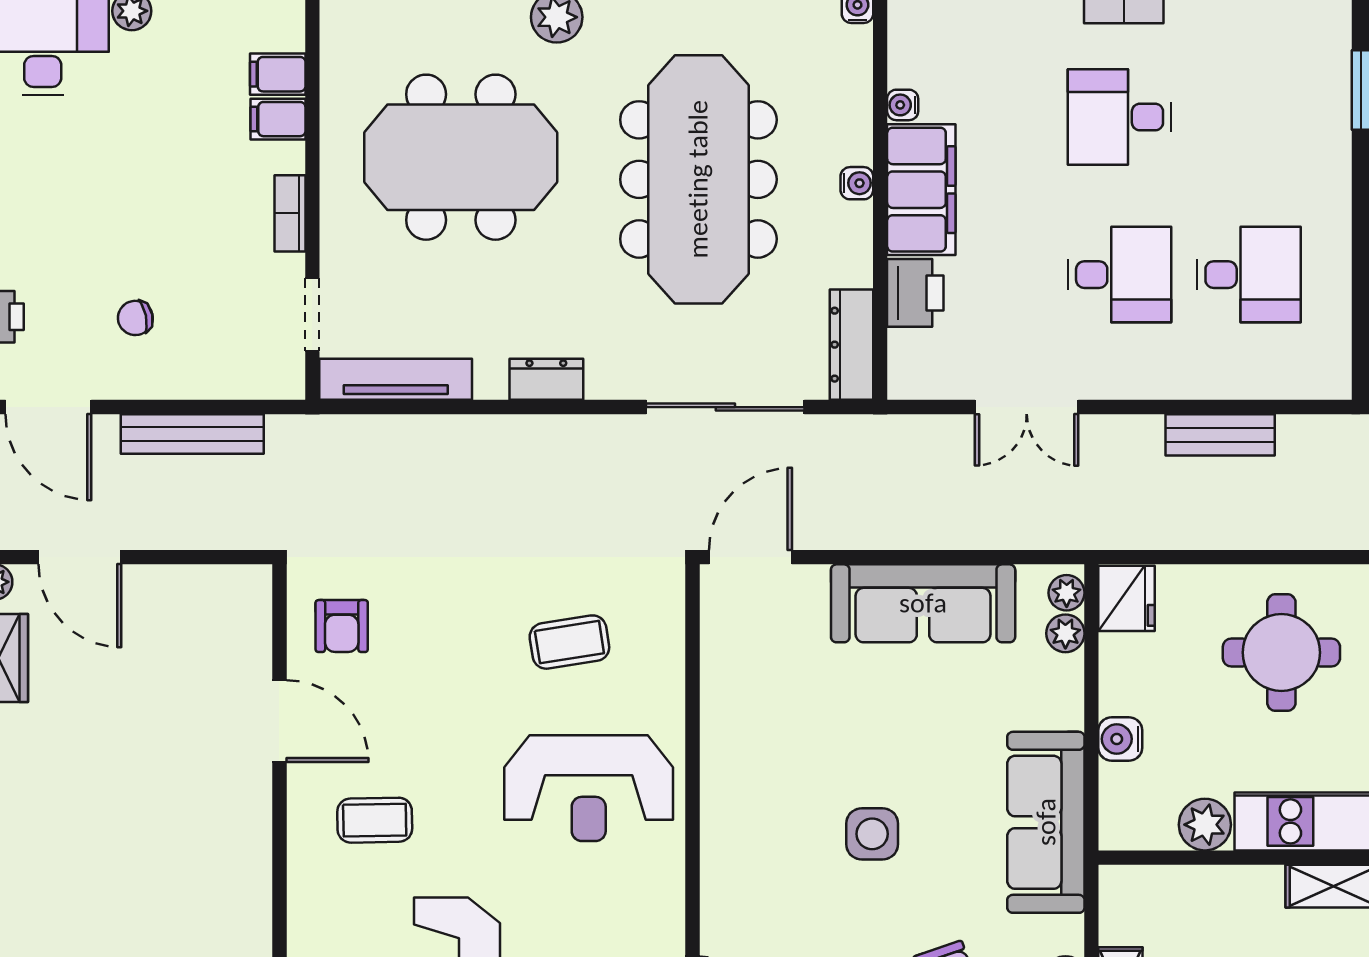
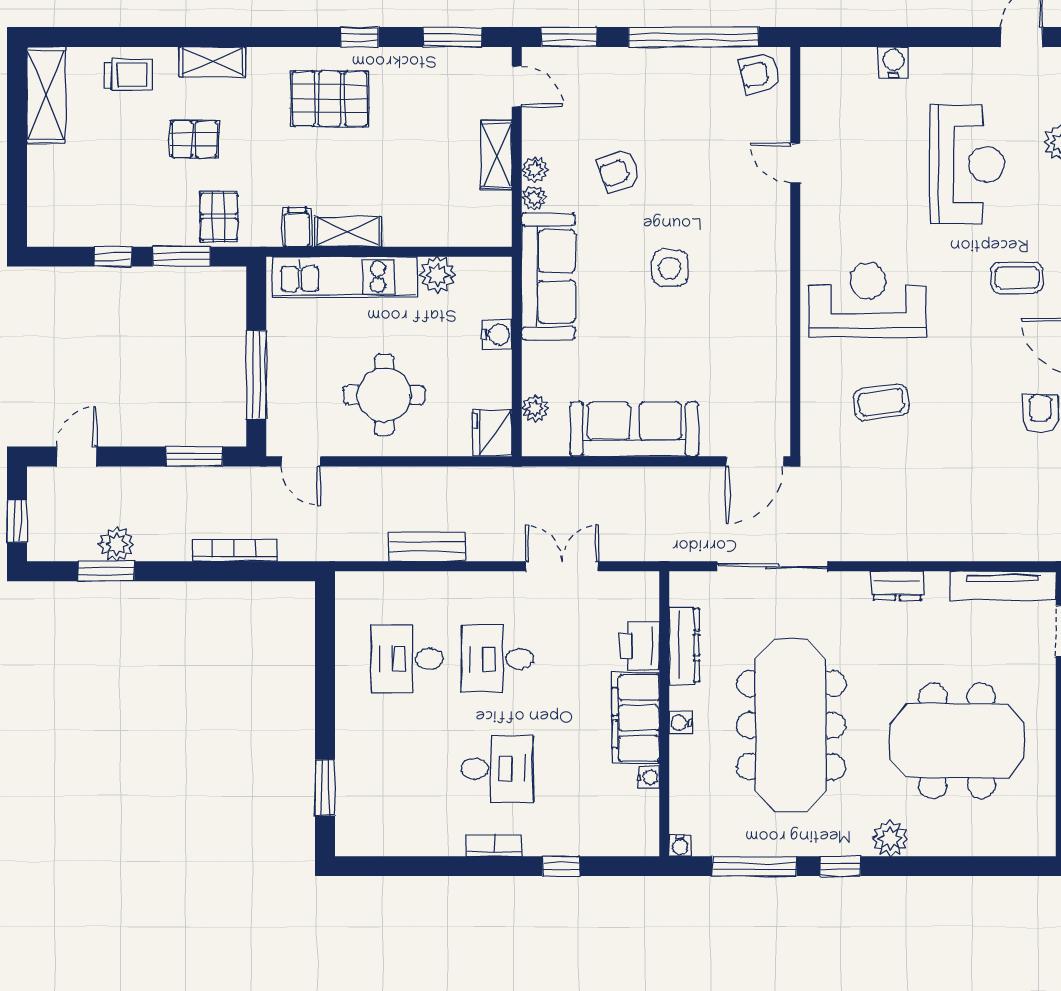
dresser: (852, 345) -> (684, 645), moved
plant: (1067, 593) -> (534, 198), moved

